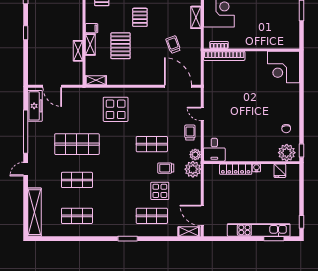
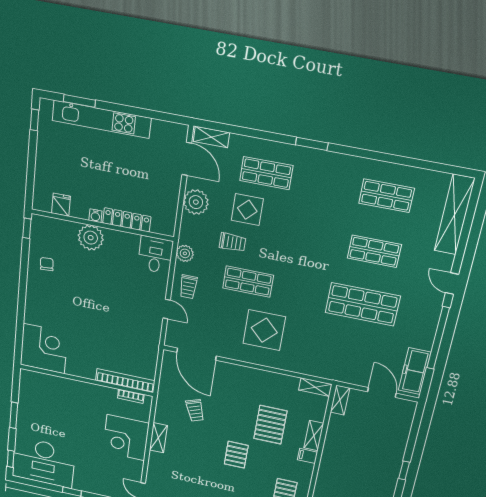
shelving: (78, 51) -> (340, 400), moved
display table: (116, 109) -> (264, 330), moved
plant: (287, 153) -> (91, 238), moved
door: (26, 169) -> (452, 284), swing flipped
plant: (193, 169) -> (196, 202), moved

